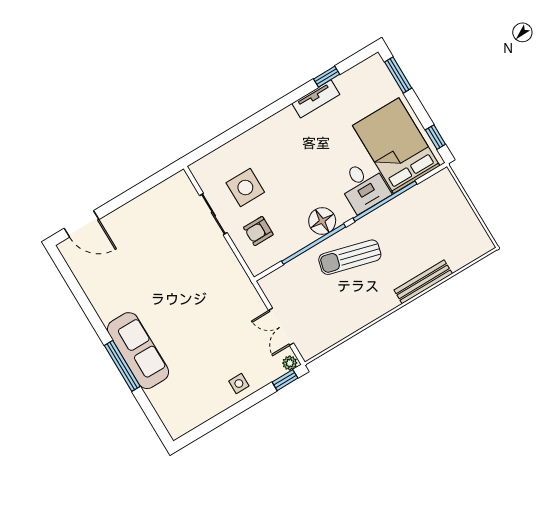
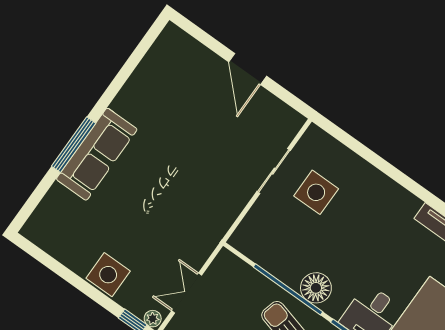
door: (81, 224) -> (248, 69), moved
armchair: (258, 231) -> (276, 226), removed
side table: (239, 383) -> (108, 275), width x1.87, depth x1.87

